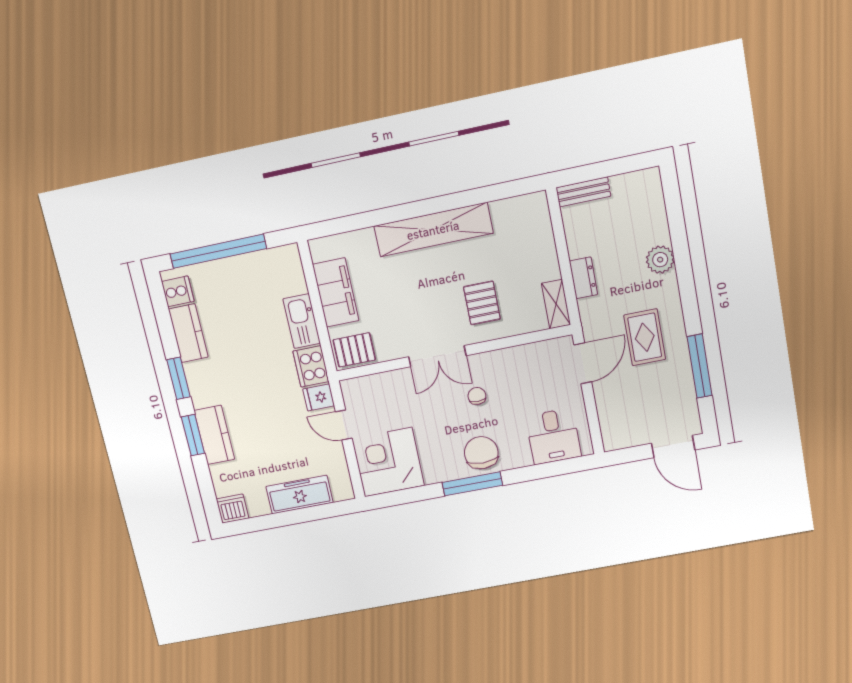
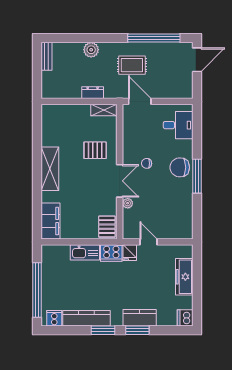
bench: (583, 192) -> (47, 56), moved
shelving: (433, 230) -> (50, 169), width x0.68
filing cabinet: (336, 292) -> (51, 221), moved, turned 90
kitchen counter: (188, 333) -> (87, 318), width x1.50
window: (700, 366) -> (154, 38), width x1.46
plant: (402, 377) -> (128, 203), added
door: (344, 425) -> (148, 242), swing flipped
corner desk: (388, 462) -> (175, 221), removed

